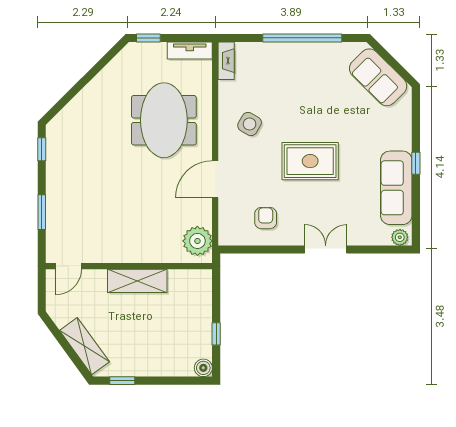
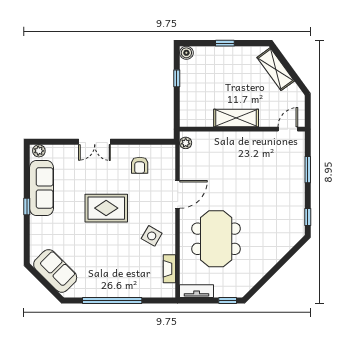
fireplace: (226, 61) -> (169, 269), moved
plant: (197, 241) -> (186, 143), width x0.53, depth x0.53
window: (122, 381) -> (225, 43), moved

